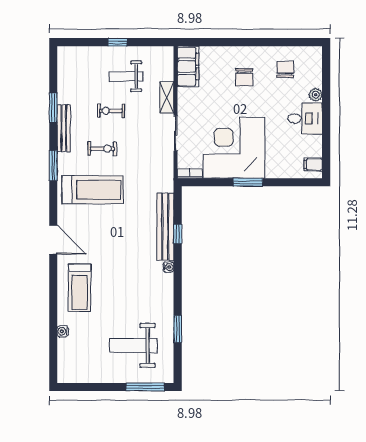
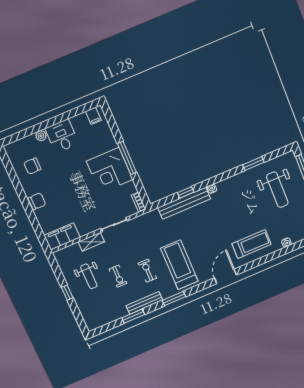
chair: (244, 77) -> (37, 201), moved
corner desk: (234, 148) -> (110, 170), width x0.74, depth x0.74
window: (248, 182) -> (127, 158), width x1.44

